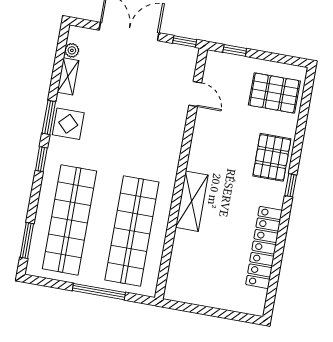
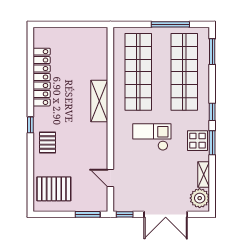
plant: (72, 50) -> (200, 198), width x1.87, depth x1.87
window: (235, 50) -> (88, 214), width x1.50
checkout: (129, 140) -> (152, 137), added
pallet: (272, 157) -> (48, 143), width x0.67, depth x0.71
window: (99, 292) -> (170, 24), moved

